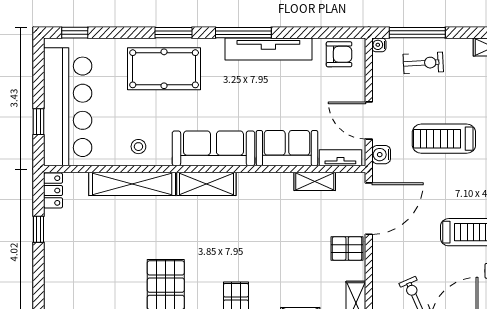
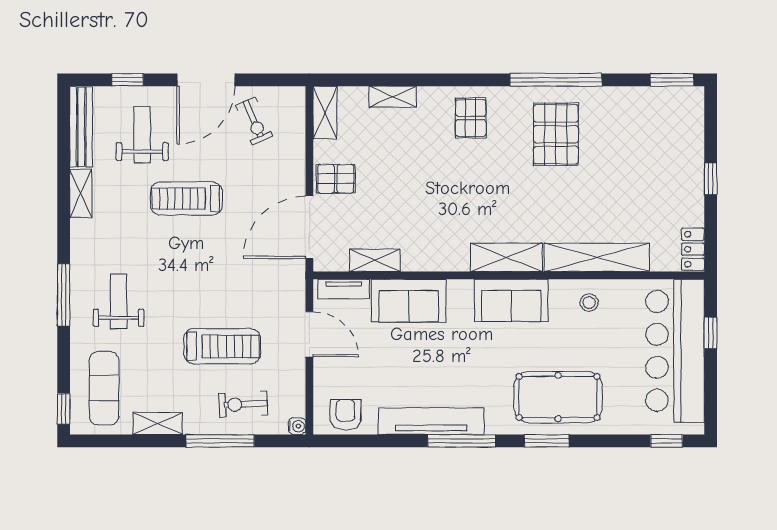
window: (417, 33) -> (220, 441), moved
armchair: (339, 54) -> (346, 415), turned 90
treadmill: (444, 139) -> (222, 346), moved
sofa: (213, 148) -> (511, 300), width x0.73
water cooler: (381, 155) -> (294, 293), removed
window: (38, 229) -> (711, 179), moved

